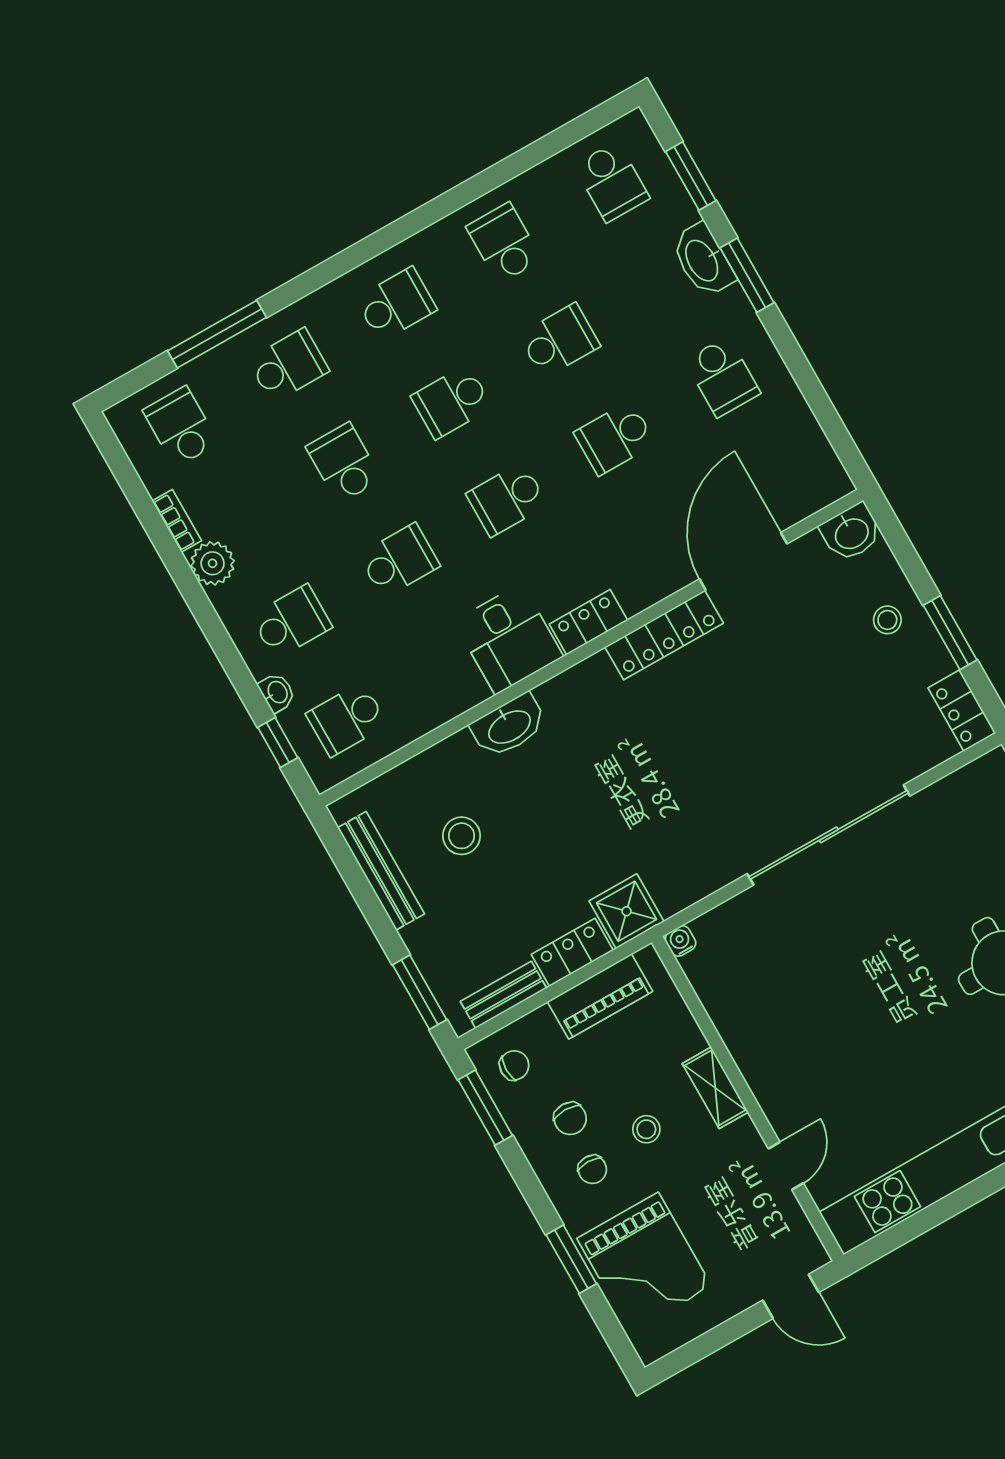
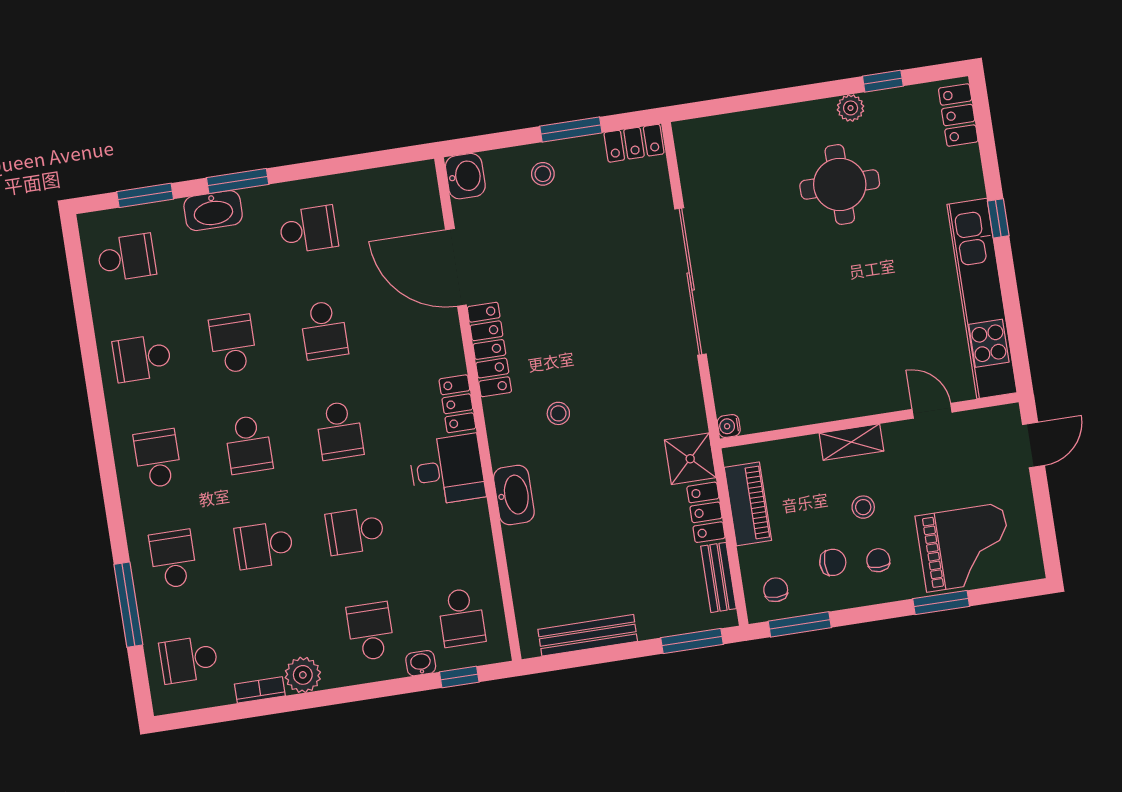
school desk: (399, 560) -> (355, 531), turned -90
stool: (462, 836) -> (558, 413), moved, width x0.73, depth x0.73
chair: (592, 1169) -> (878, 560), turned -90

